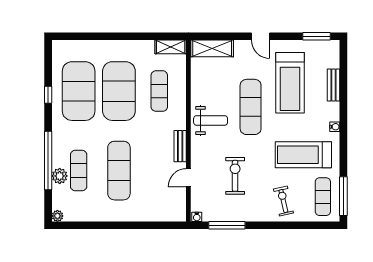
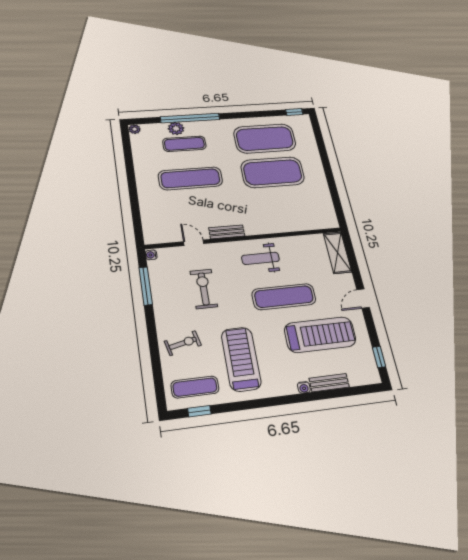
window: (316, 36) -> (379, 357), width x0.67
shelving: (171, 47) -> (329, 214), removed
treadmill: (290, 83) -> (320, 335), turned 180
exercise mat: (159, 91) -> (281, 208), removed
window: (48, 95) -> (294, 112), moved
weight bench: (211, 120) -> (260, 258), turned 90
water cooler: (335, 127) -> (304, 387), moved
exercise bike: (235, 176) -> (204, 289), turned -90
window: (343, 196) -> (199, 411), width x0.46

